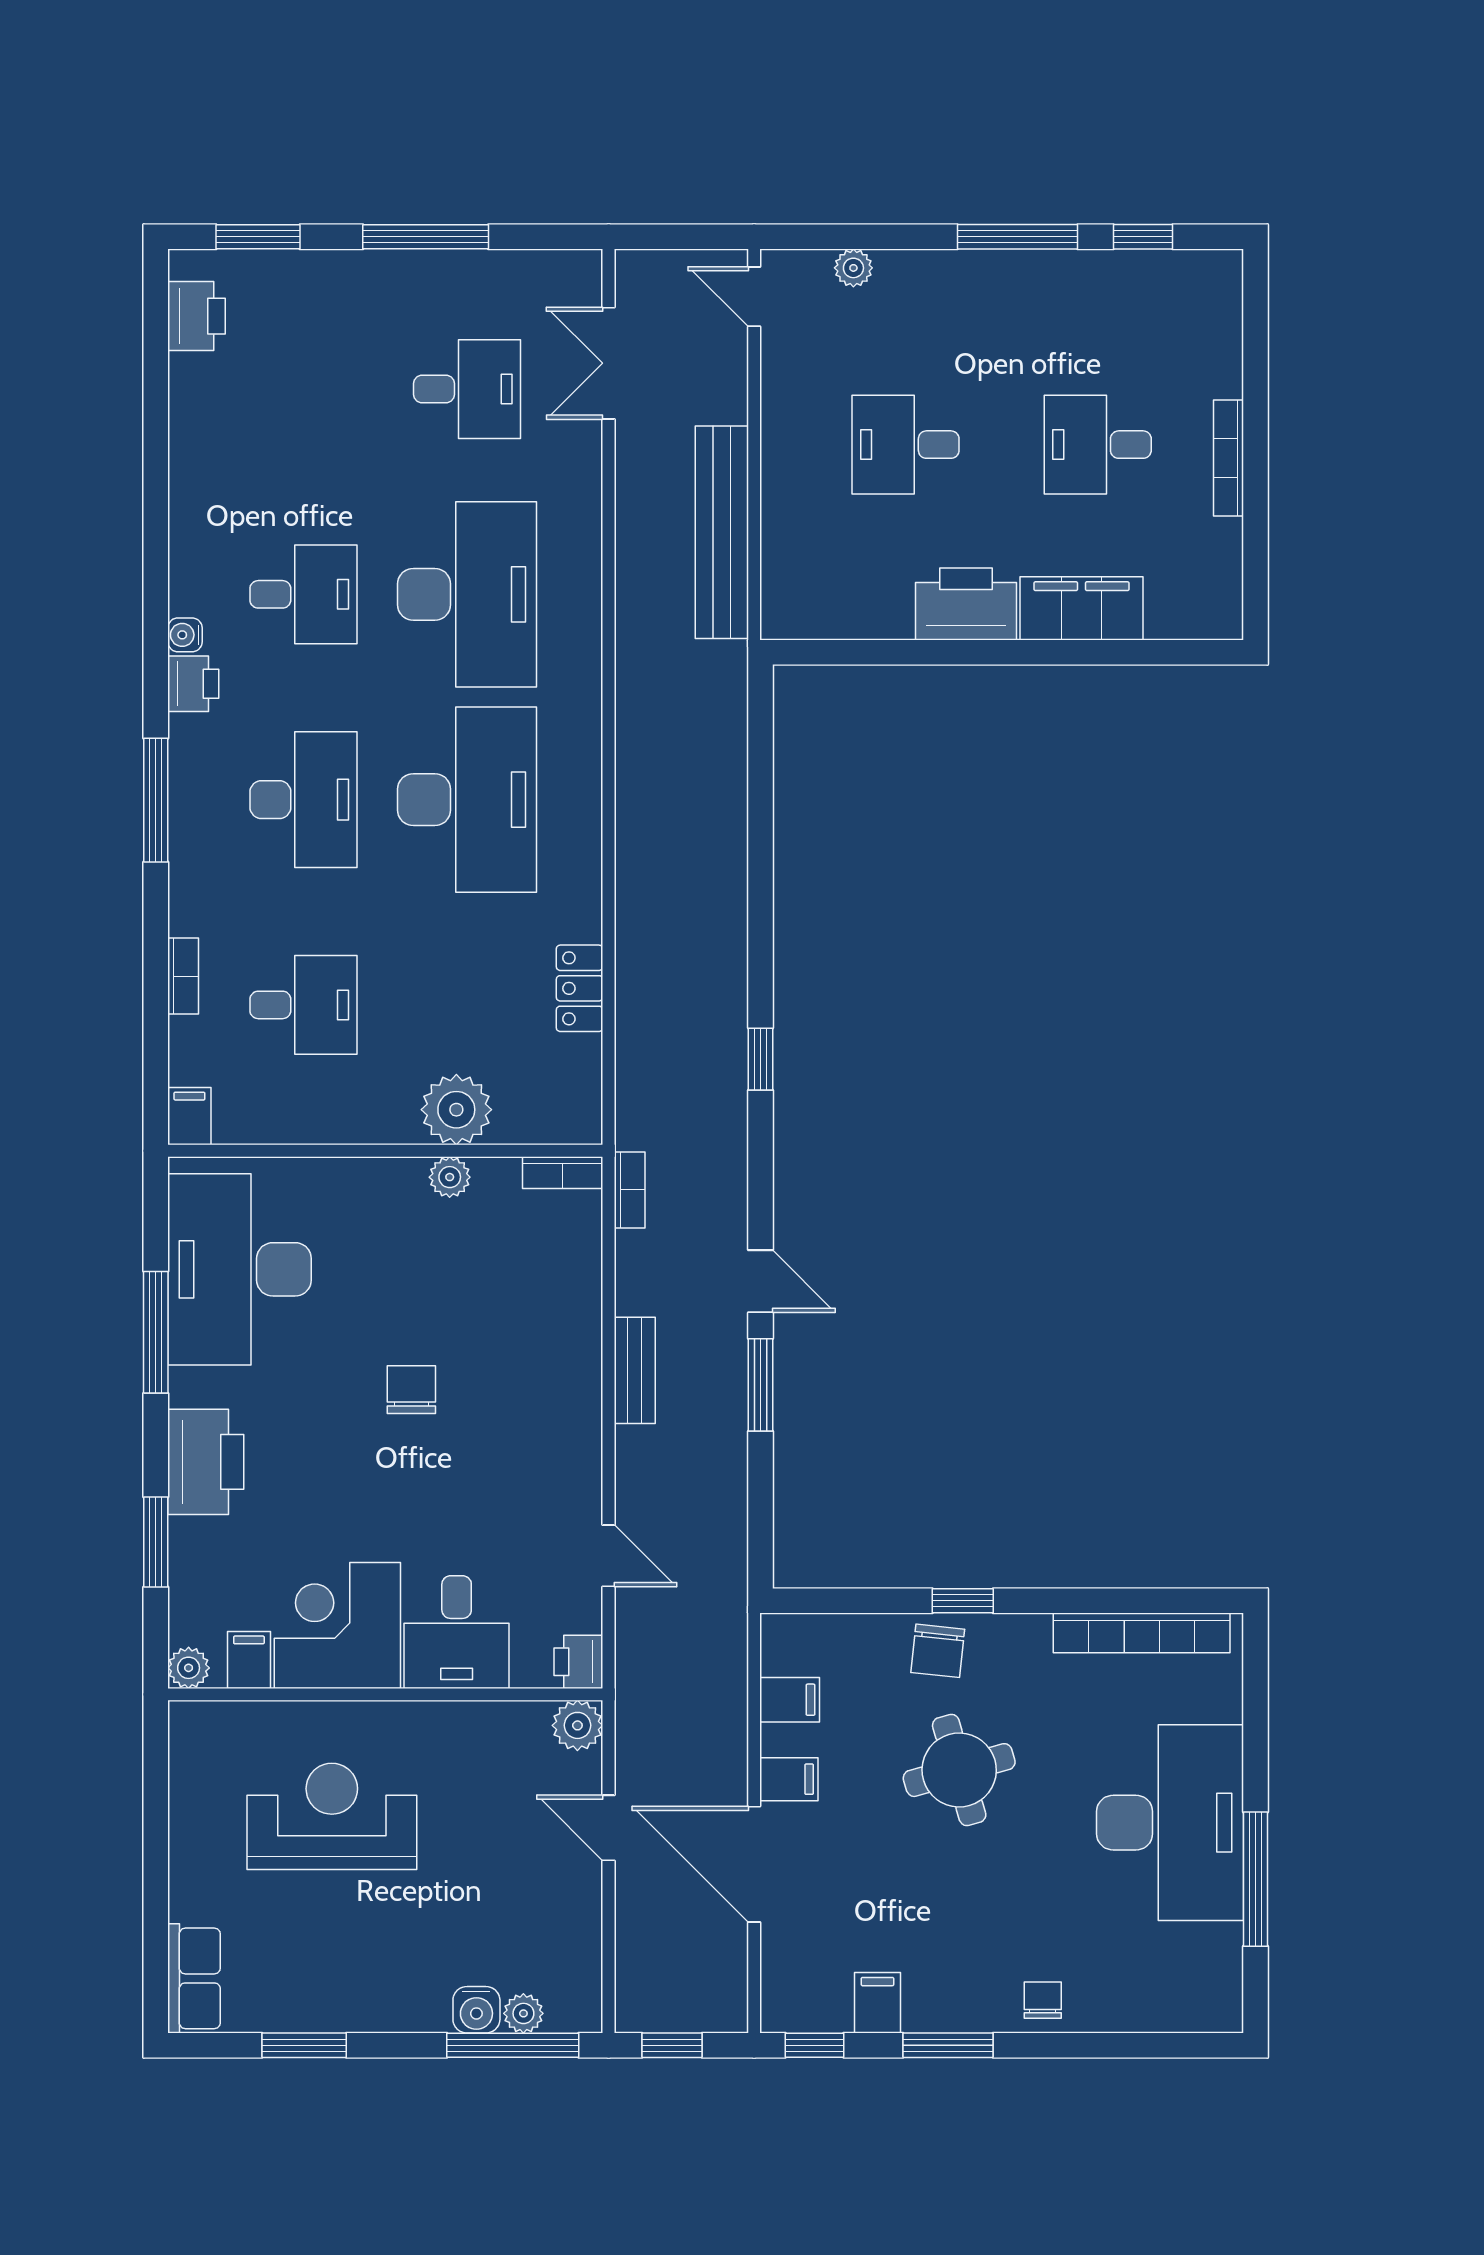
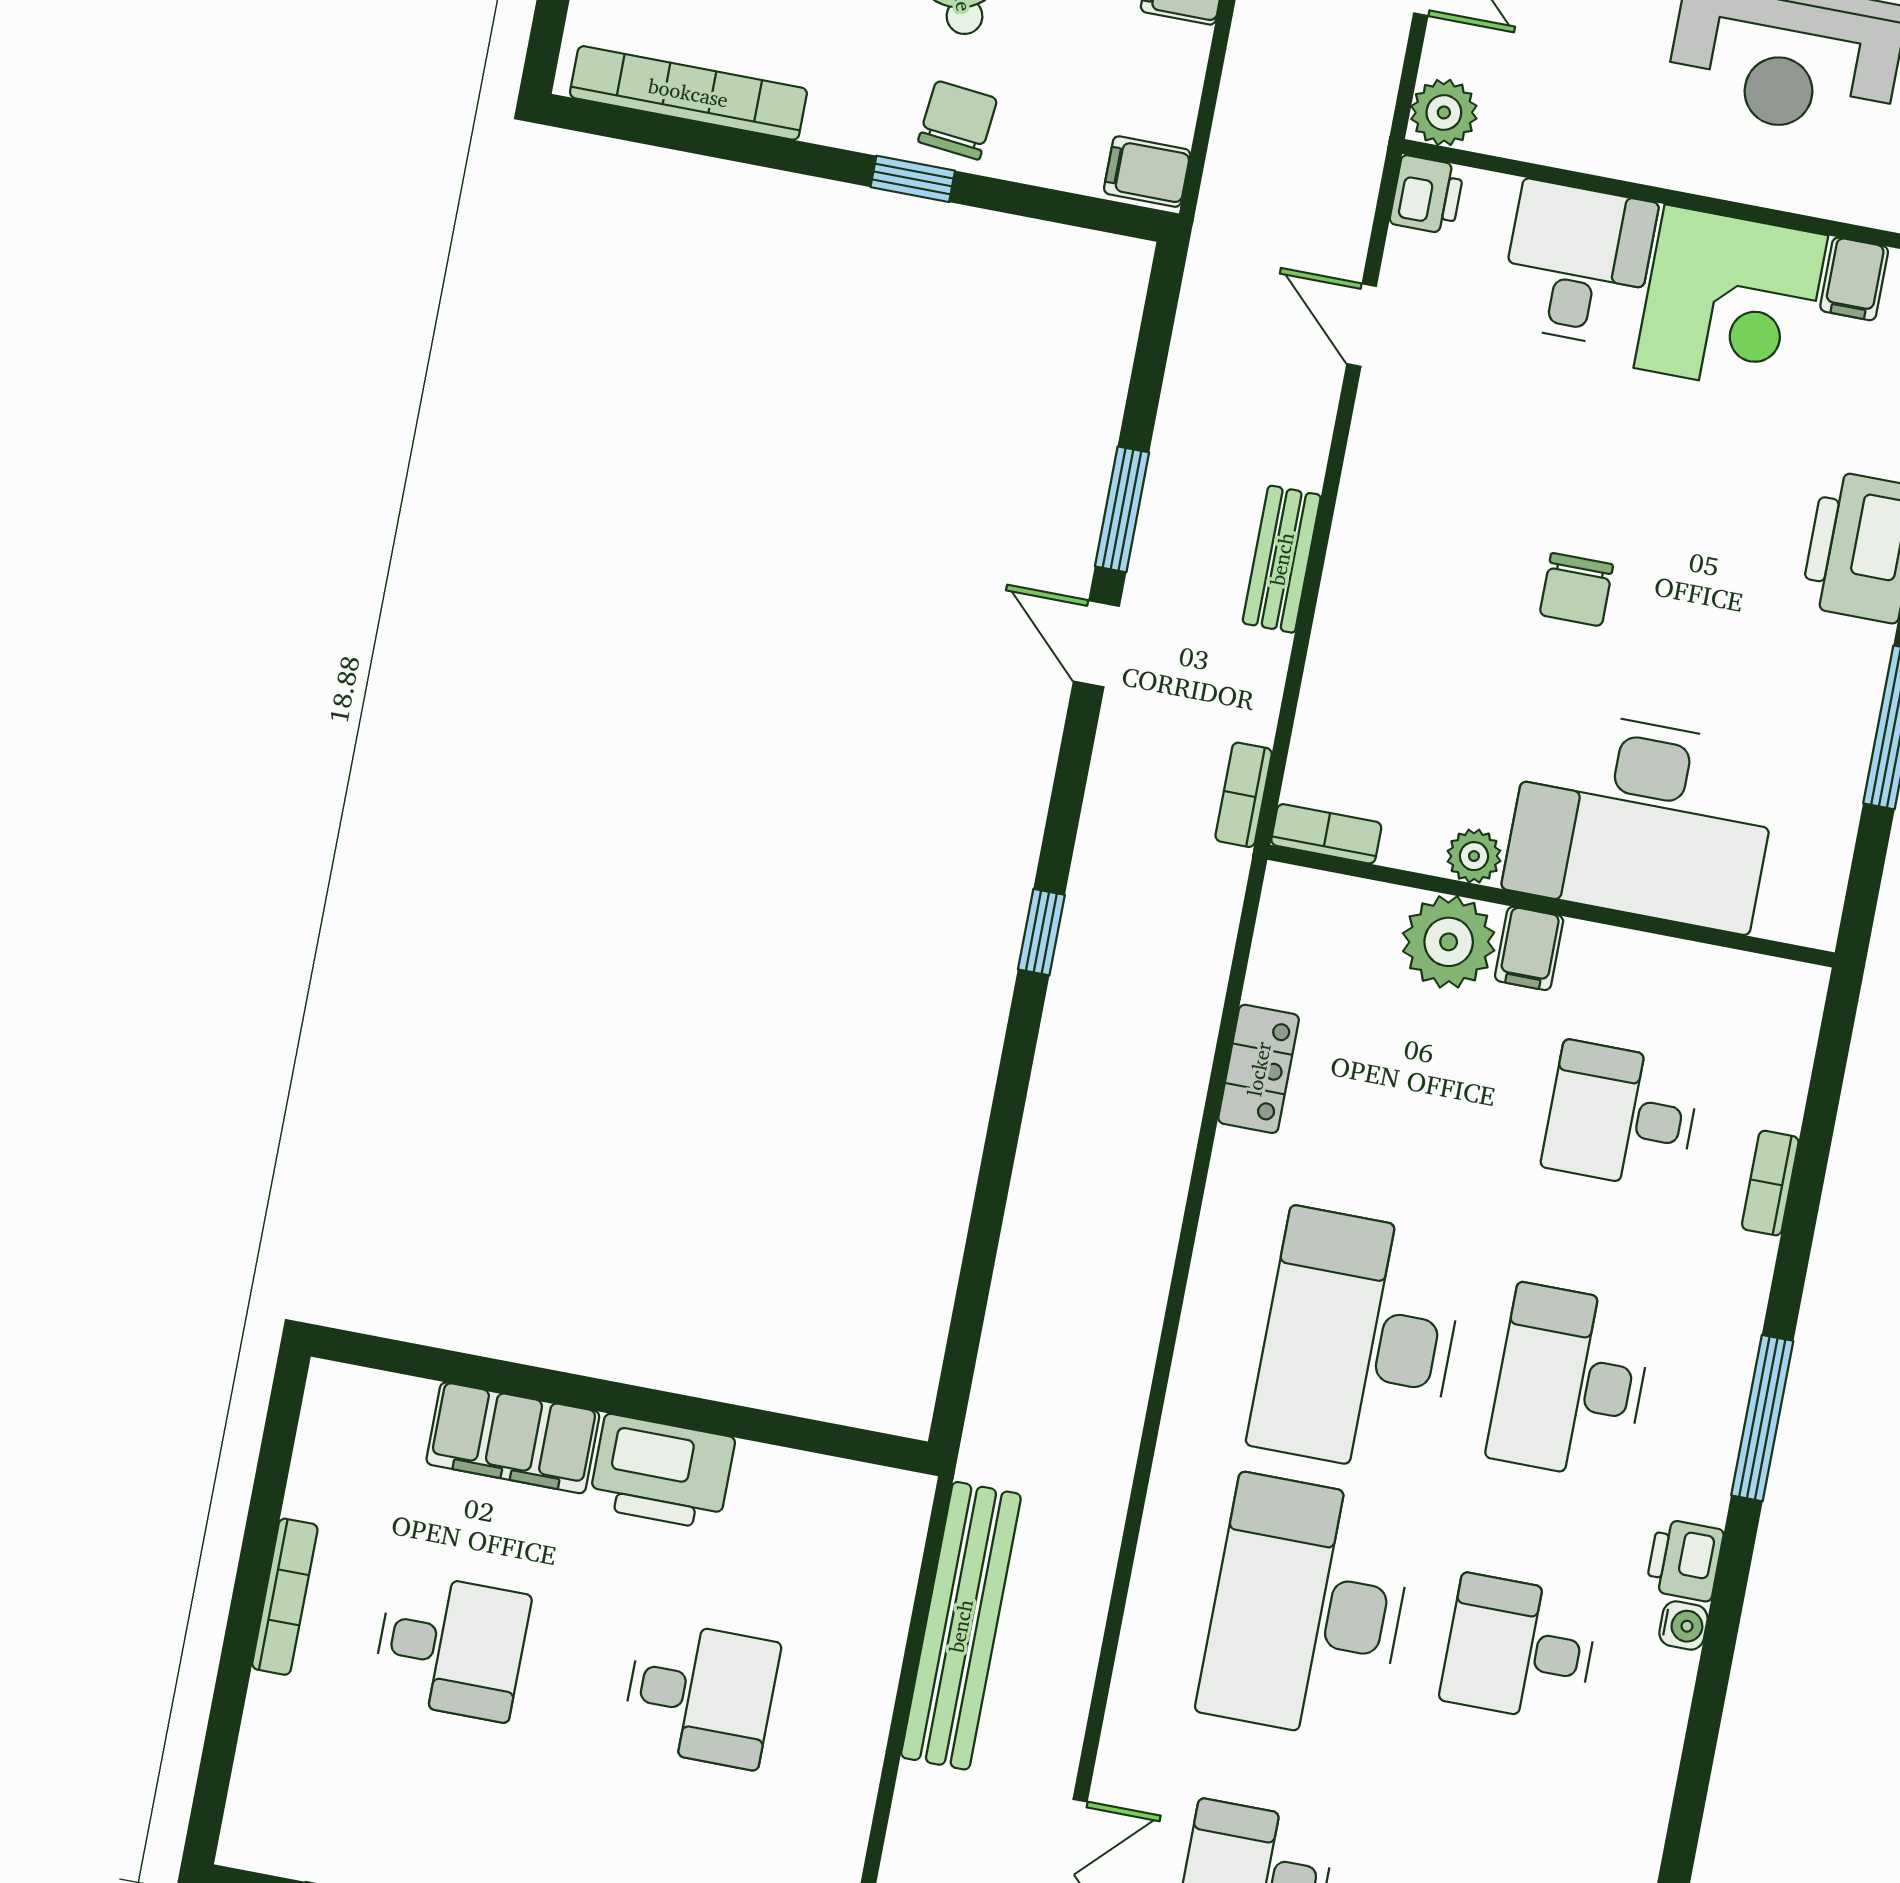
filing cabinet: (189, 1116) -> (1529, 948), moved
desk: (240, 1269) -> (1643, 819), moved, turned 90
filing cabinet: (790, 1700) -> (1147, 172), moved

